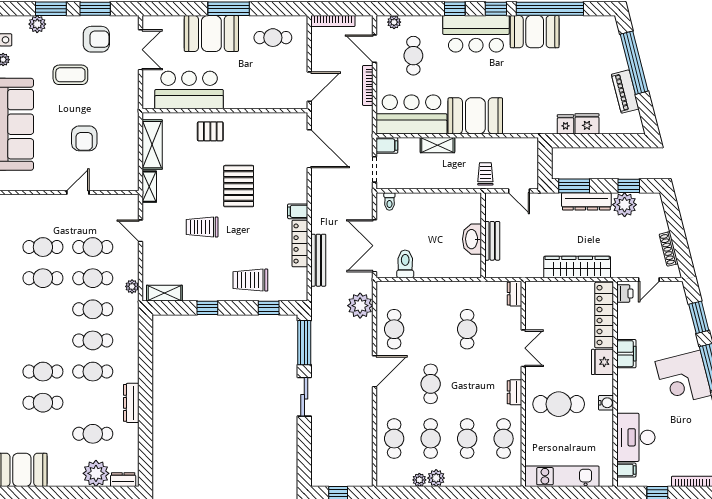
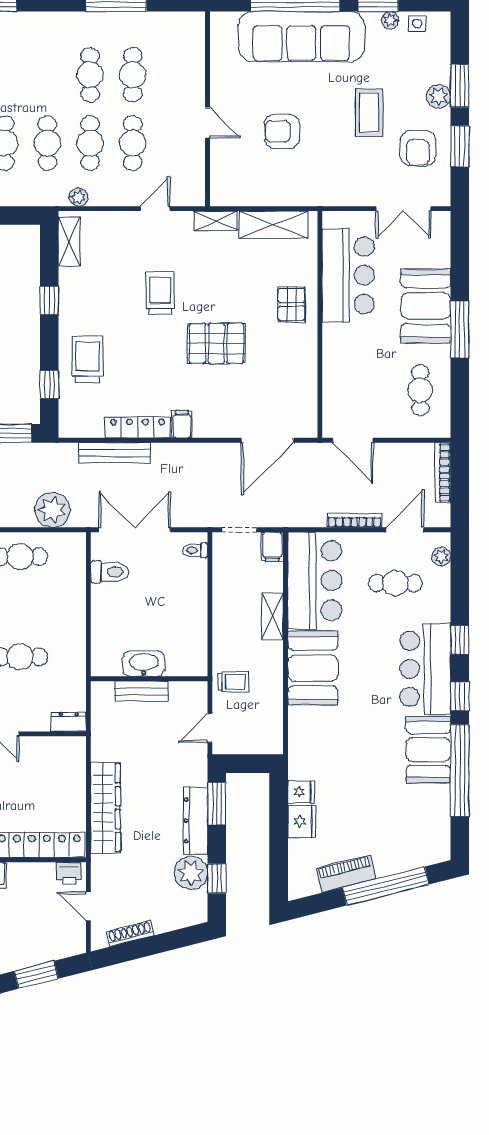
plant: (37, 24) -> (439, 97), moved

